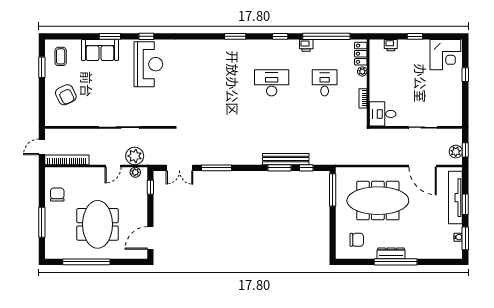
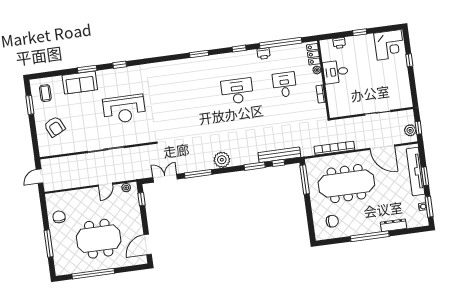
reception desk: (148, 64) -> (124, 109), moved, turned 90
desk: (383, 114) -> (336, 72), moved
plant: (135, 156) -> (222, 160), moved
bench: (286, 159) -> (279, 155), moved
bookcase: (67, 160) -> (334, 148), moved
double door: (179, 168) -> (165, 178), swing flipped
meeting table: (98, 224) -> (99, 239), turned 90
dresser: (391, 253) -> (394, 225), moved

